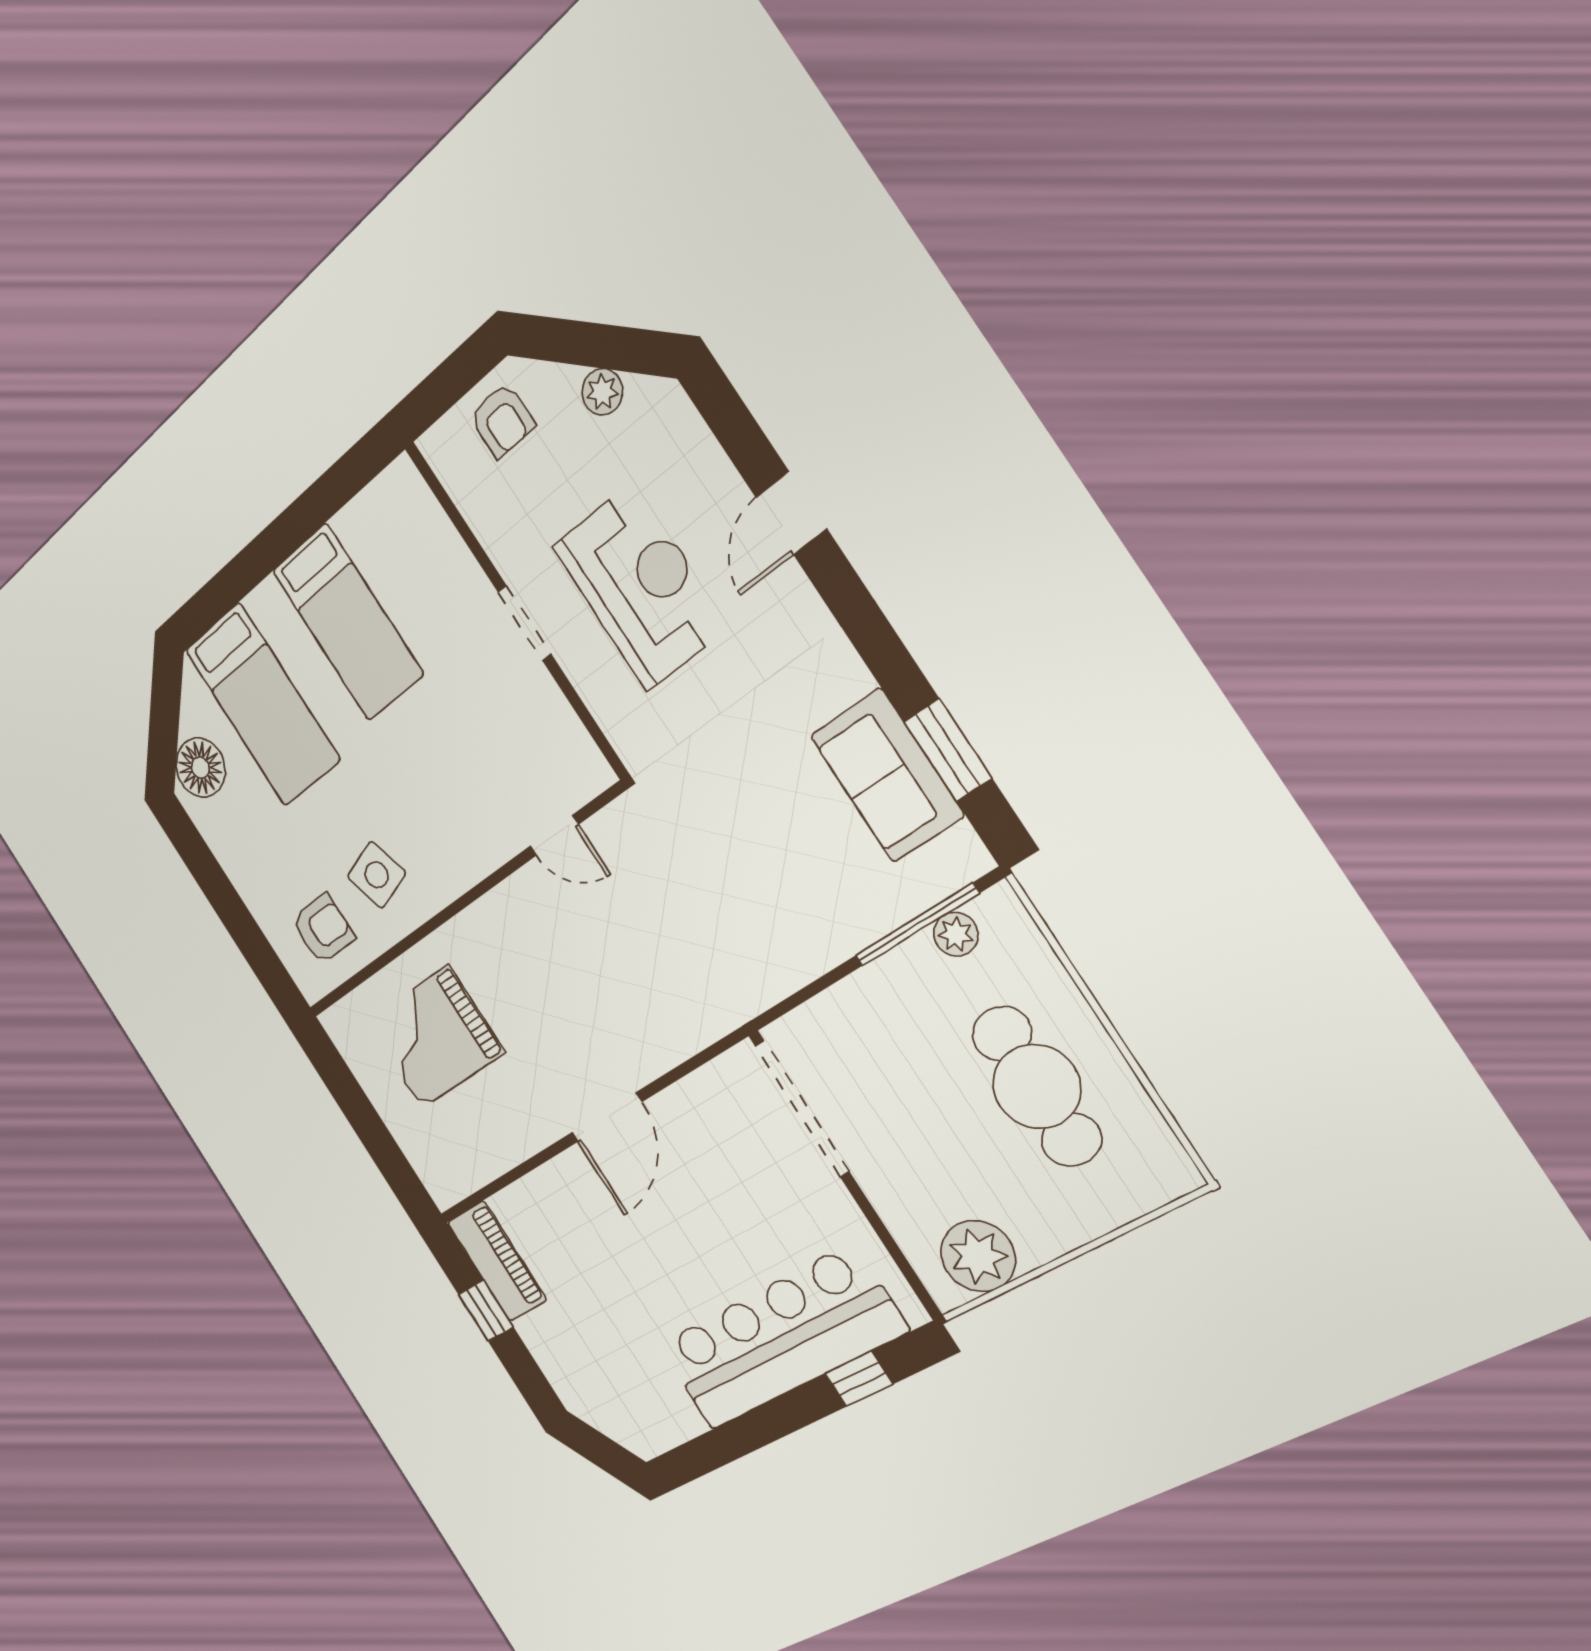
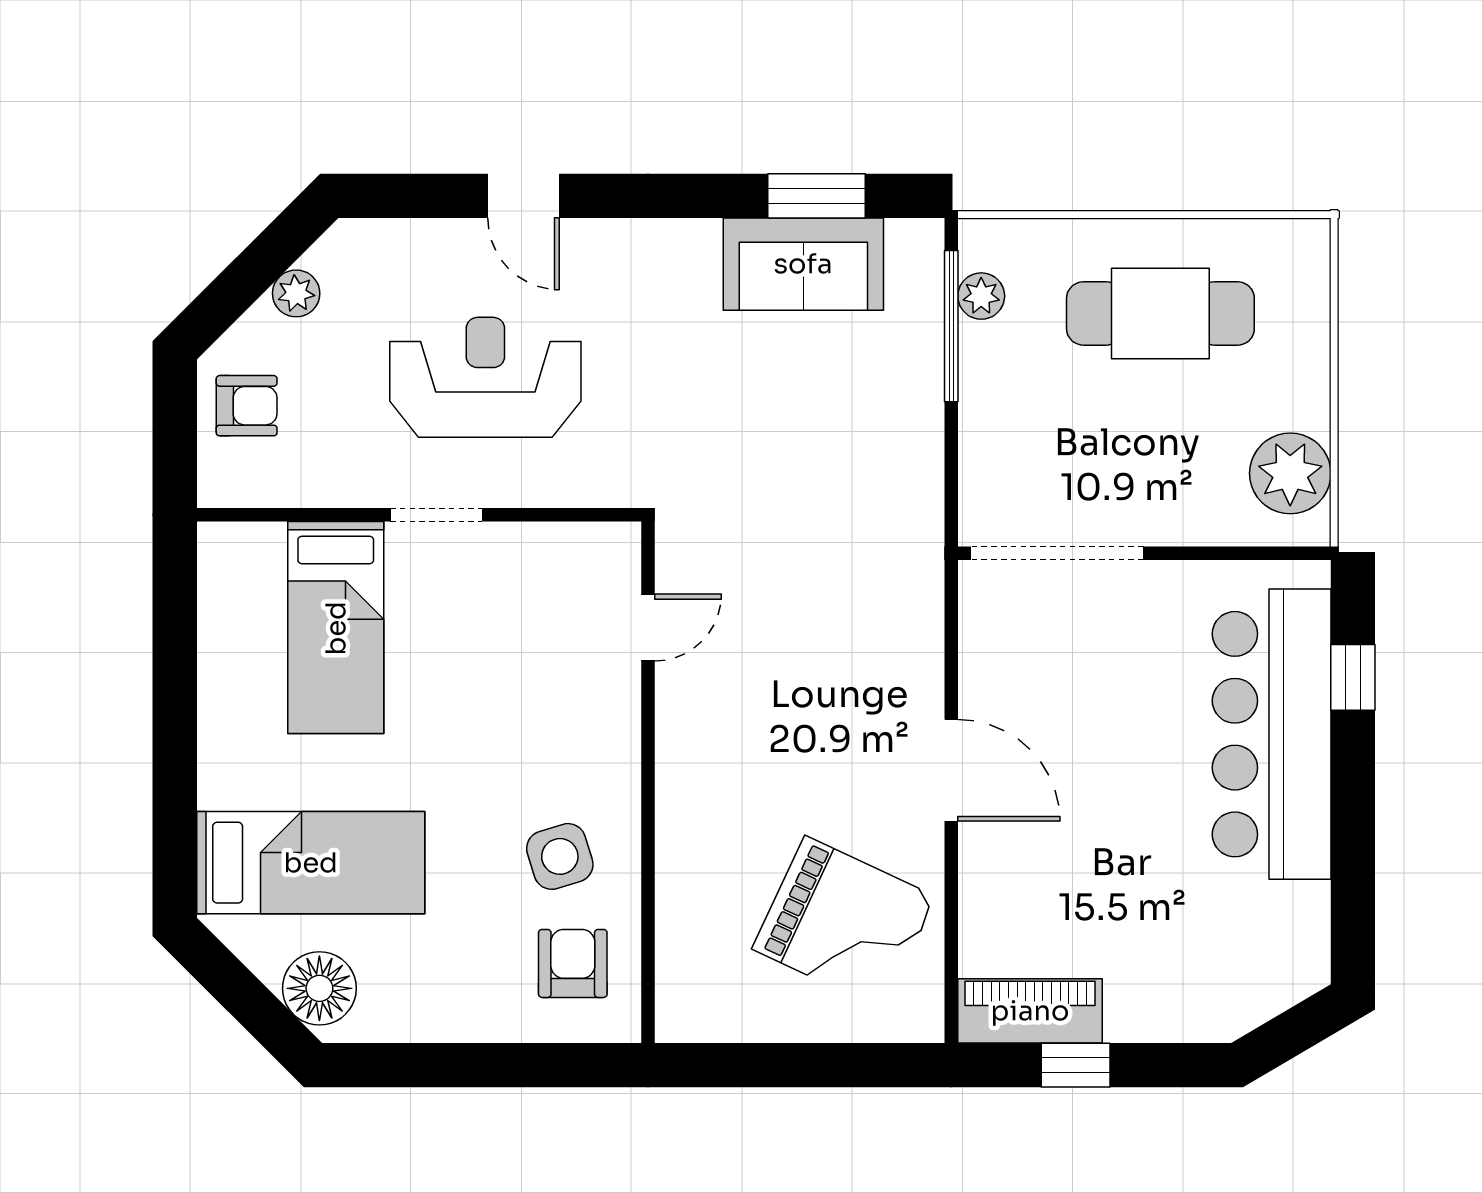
bed: (348, 622) -> (336, 628), moved, turned 90
grand piano: (435, 1037) -> (844, 923), moved, turned -65

